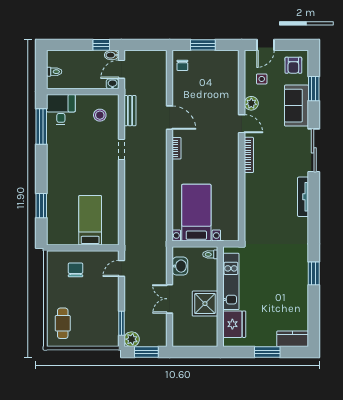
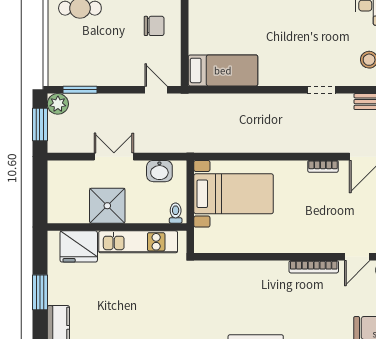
bed: (90, 220) -> (223, 70), moved

